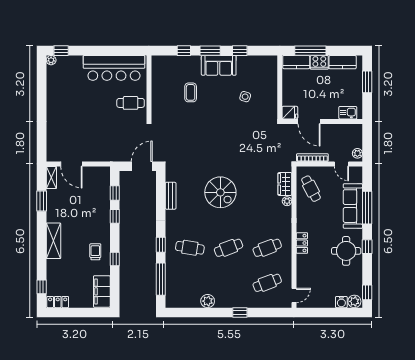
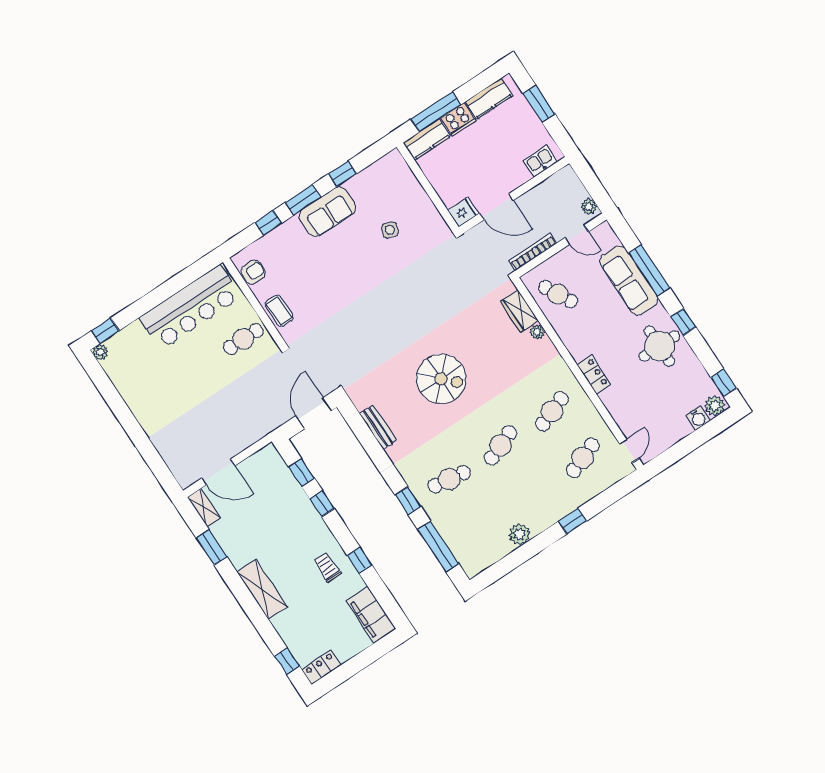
armchair: (159, 71) -> (253, 272), added
coffee table: (191, 92) -> (279, 311), moved

